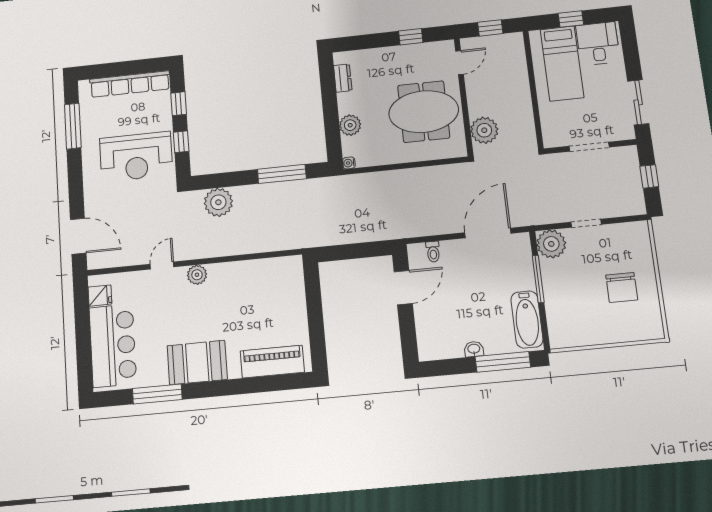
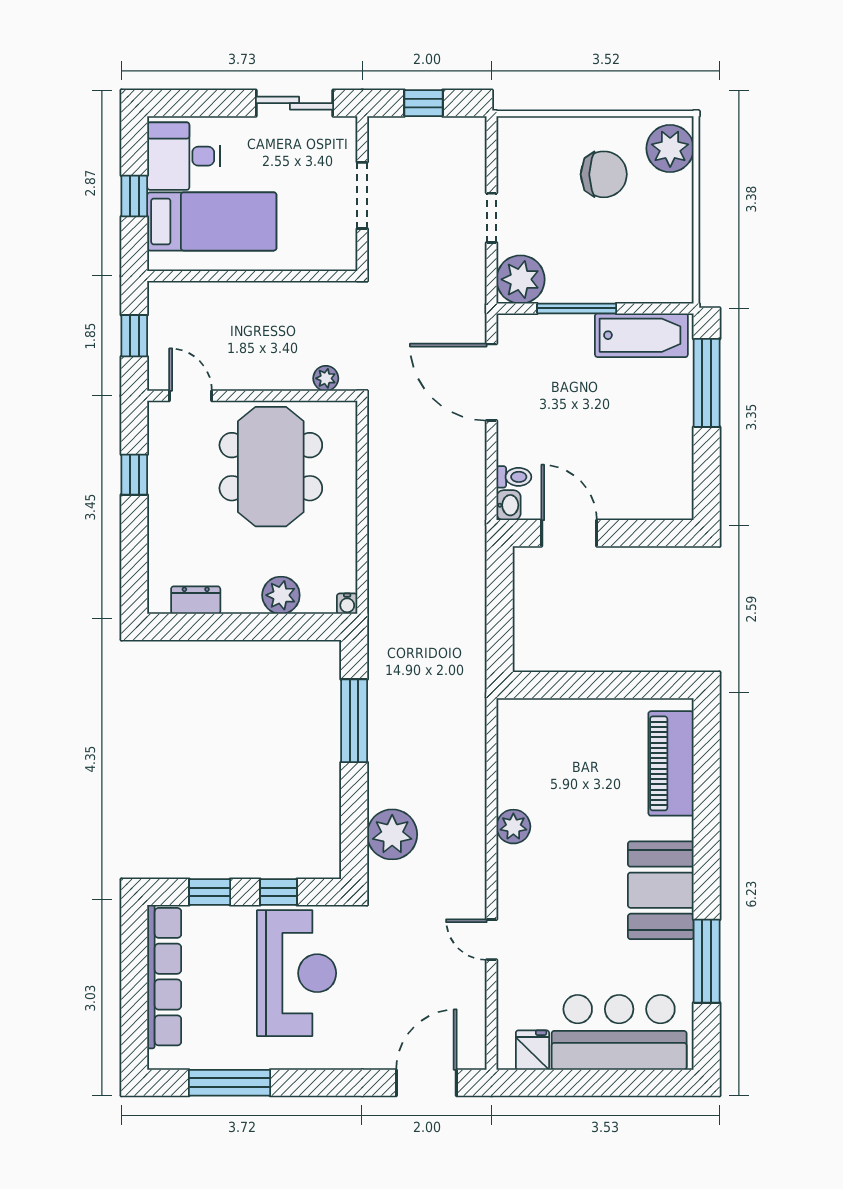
plant: (484, 130) -> (326, 378), width x0.53, depth x0.53
plant: (197, 275) -> (513, 827), moved
plant: (643, 326) -> (670, 148), added
washbasin: (474, 349) -> (509, 505), moved, turned 180

